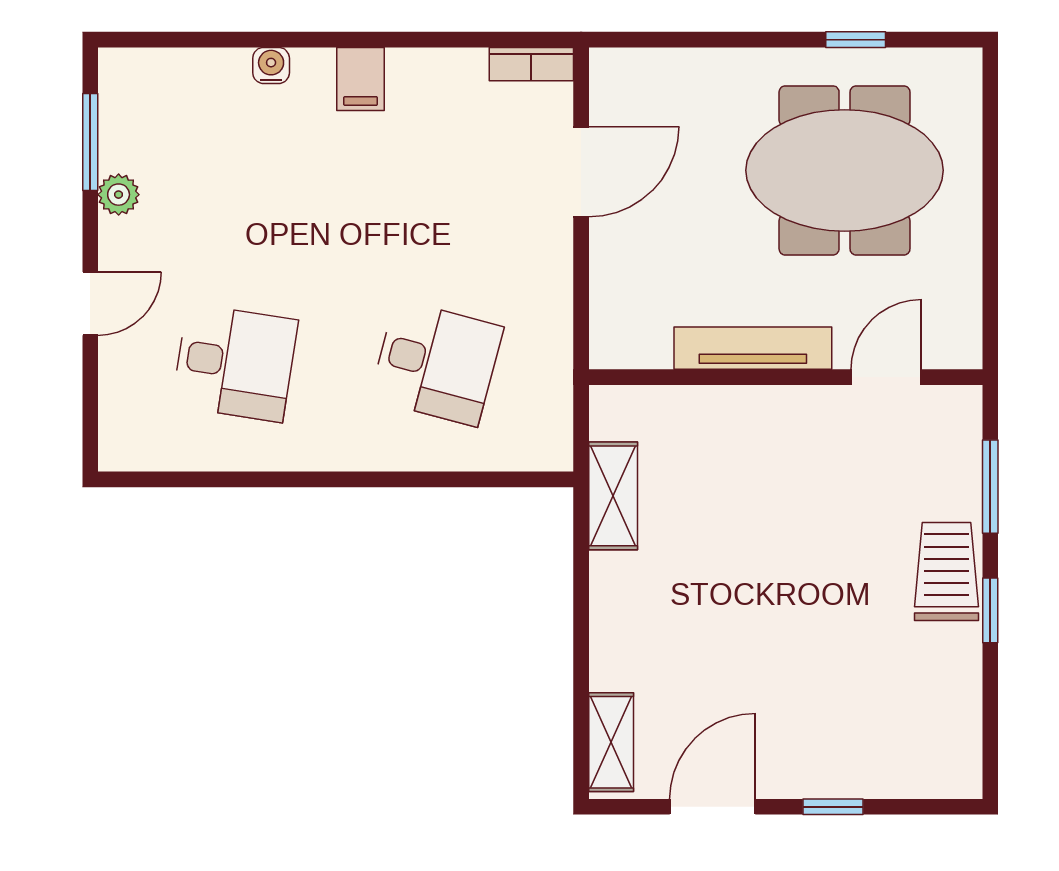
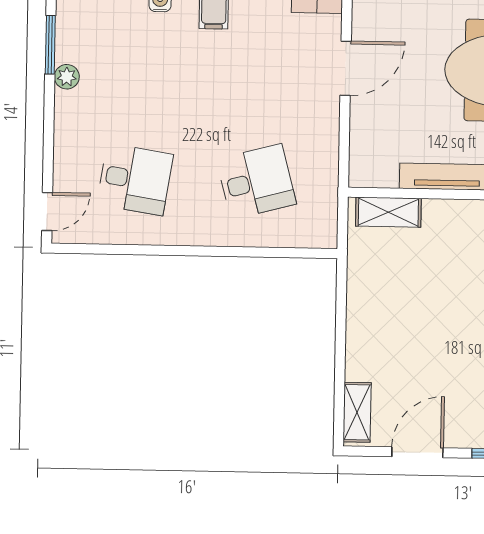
door: (90, 304) -> (47, 212), moved
desk: (436, 363) -> (256, 182), turned -30
shelving: (613, 496) -> (388, 212), moved, turned 90

